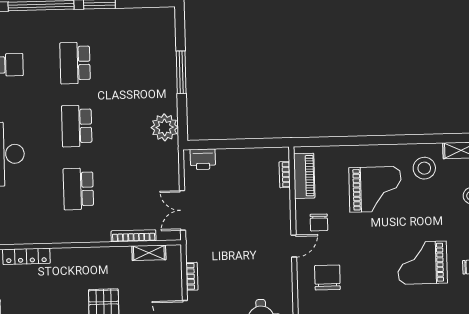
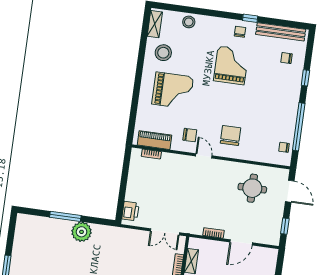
plant: (165, 127) -> (82, 232), moved
grand piano: (375, 189) -> (173, 90), turned 90
grand piano: (422, 263) -> (231, 65), turned 180
chair: (327, 278) -> (231, 135), turned 90

